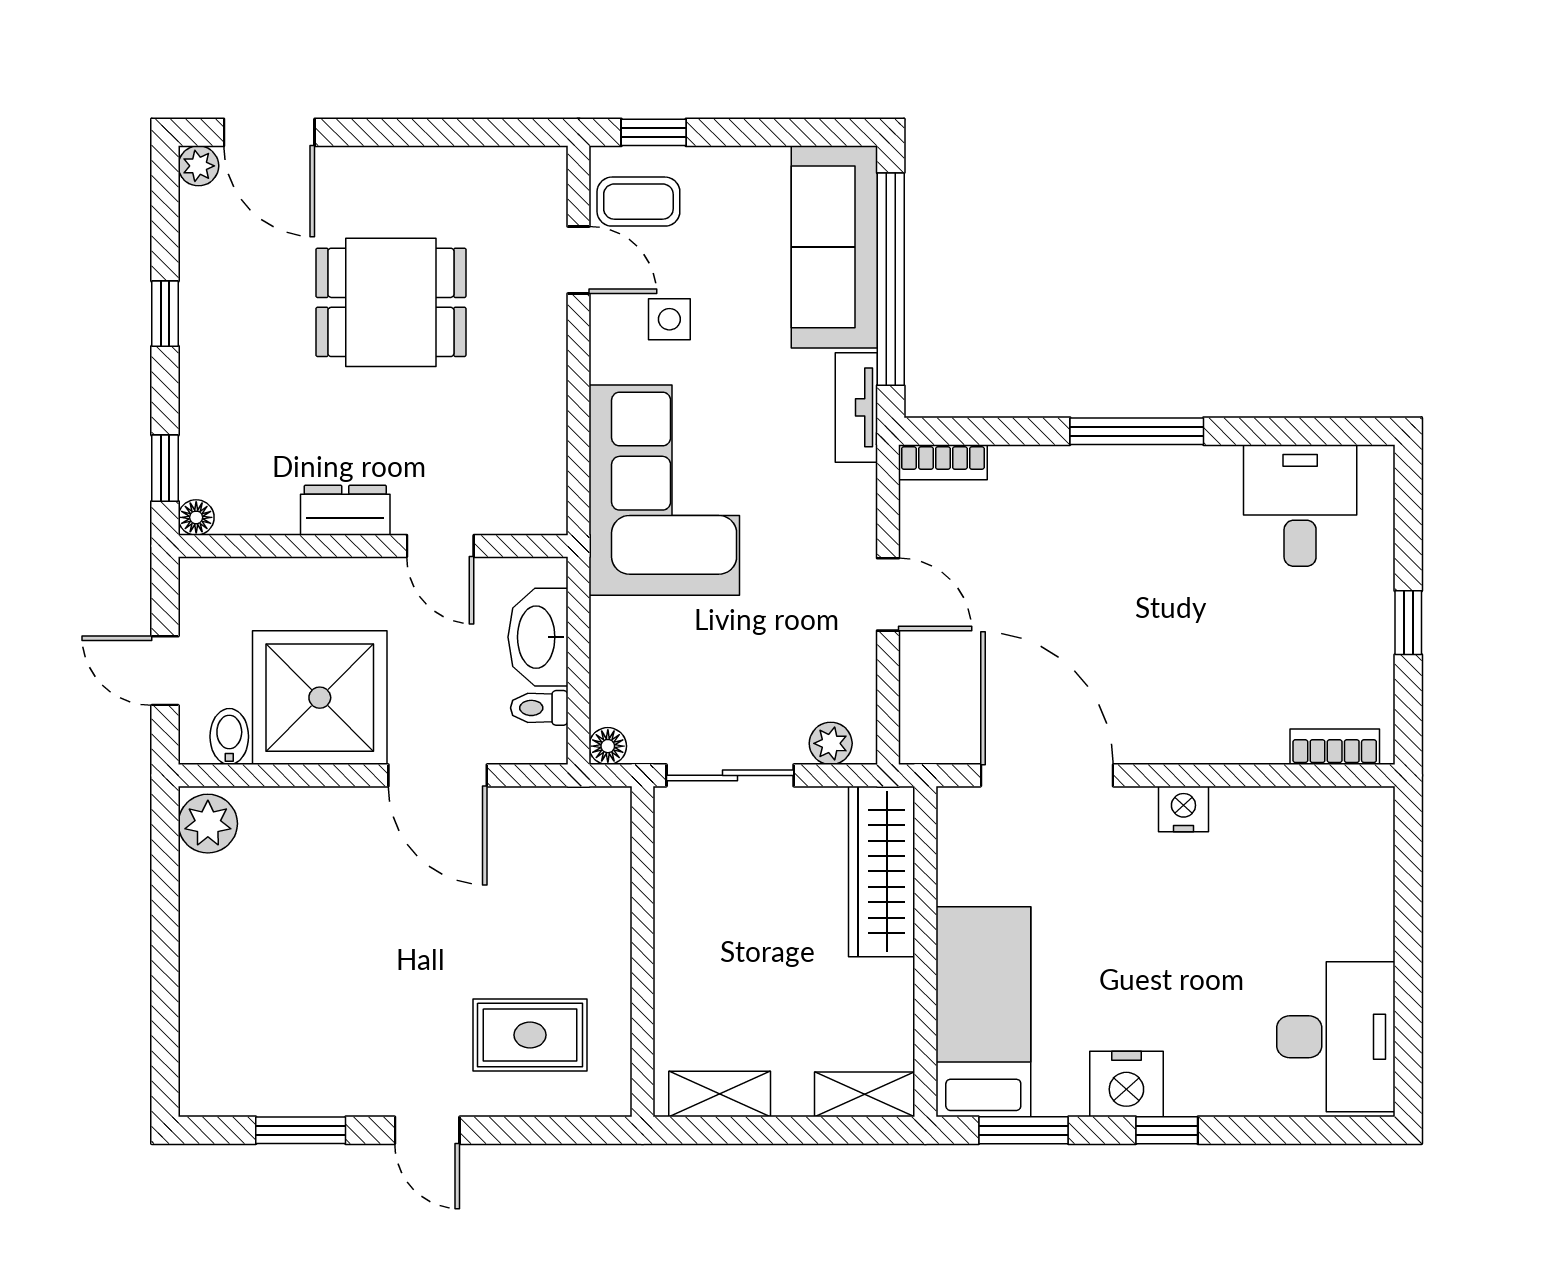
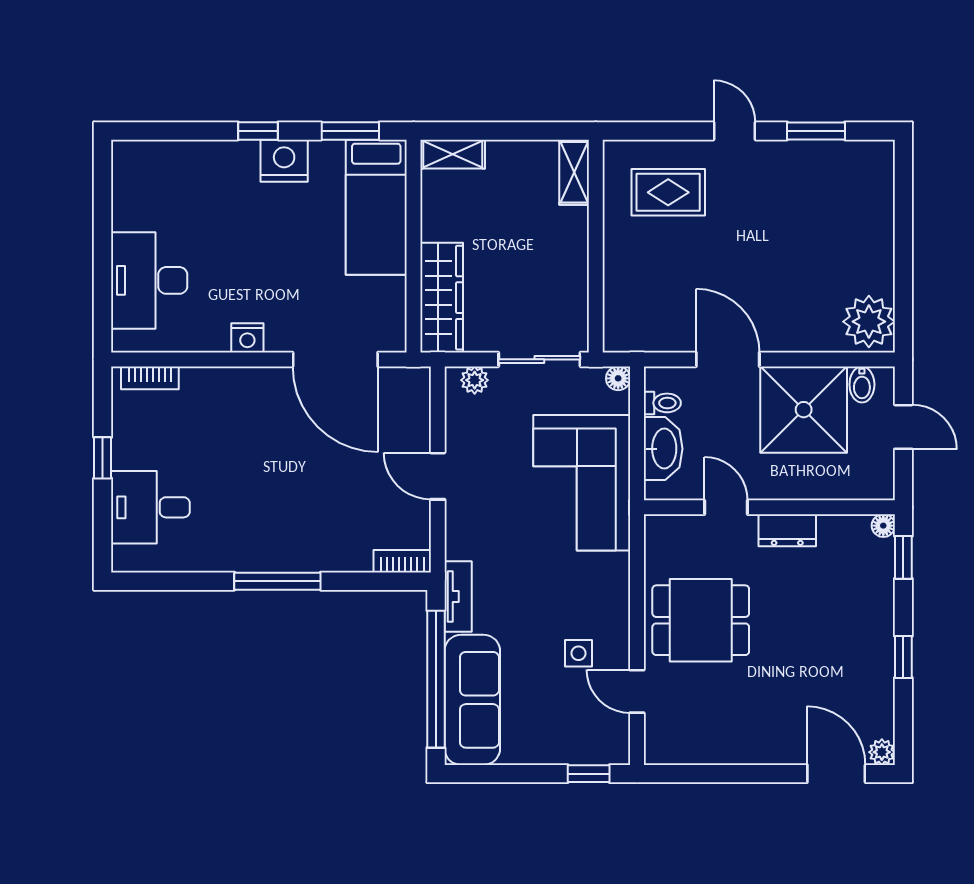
coffee table: (638, 202) -> (598, 729), removed
dining table: (391, 302) -> (701, 620), moved
corner sofa: (664, 490) -> (582, 483), moved
desk: (1300, 505) -> (150, 507), moved, turned 90
plant: (208, 824) -> (869, 322), width x1.36, depth x1.36
desk: (1336, 1037) -> (149, 280), moved
shelving: (720, 1094) -> (574, 172), moved, turned 90

